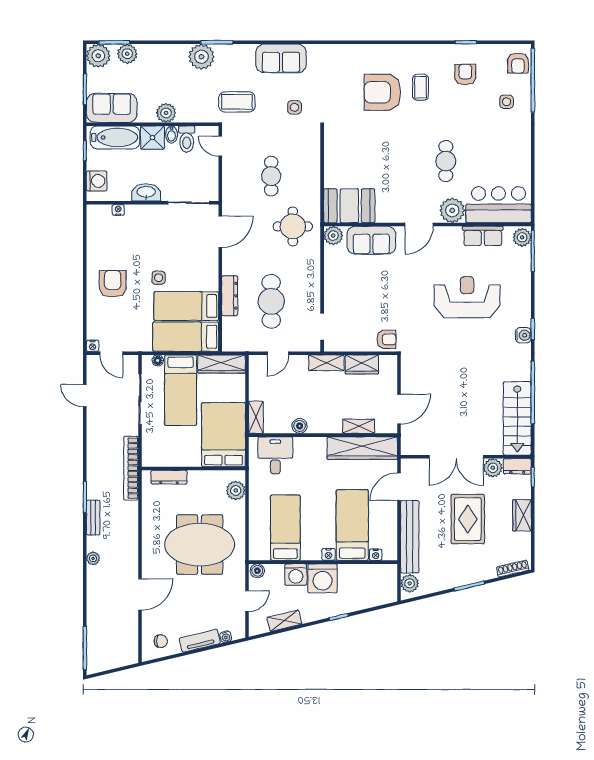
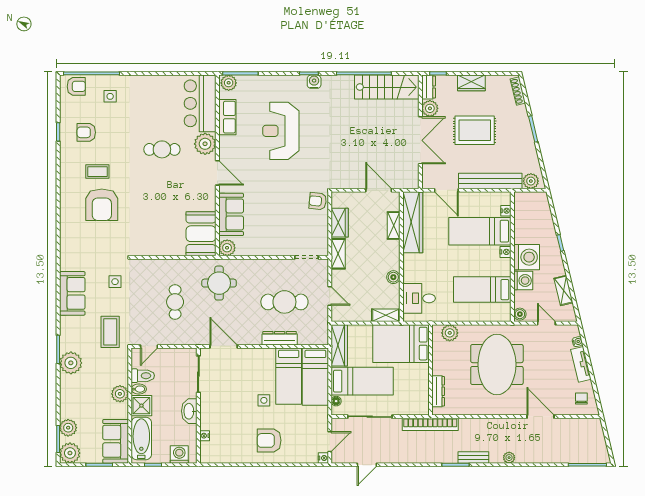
cafe table: (271, 176) -> (175, 302), turned 90
armchair: (387, 339) -> (318, 201), turned -84

